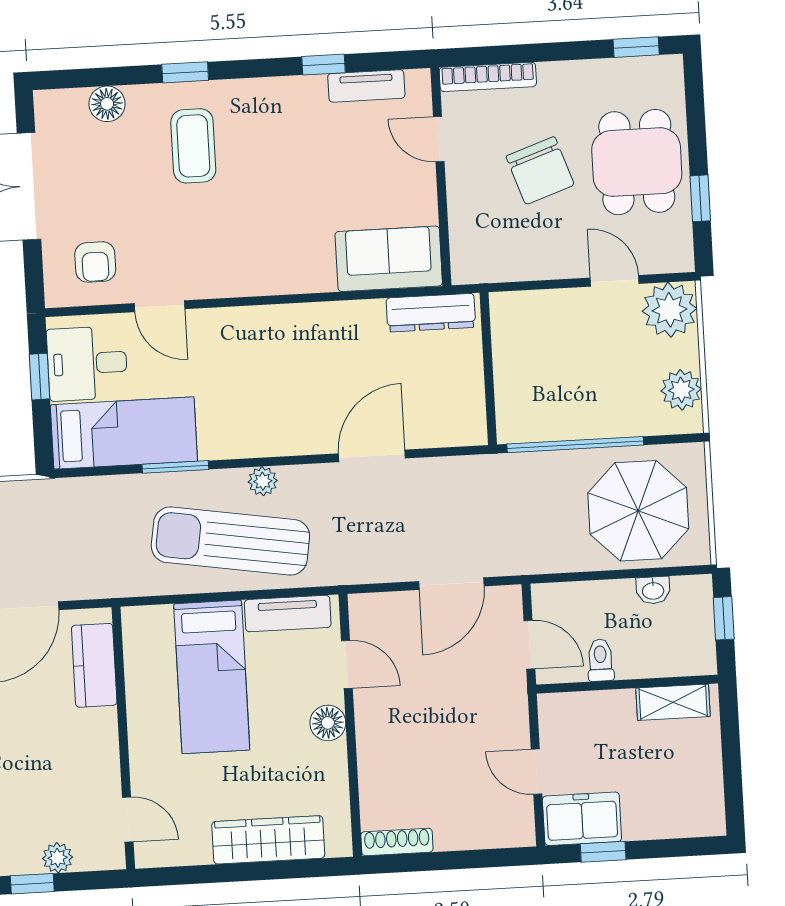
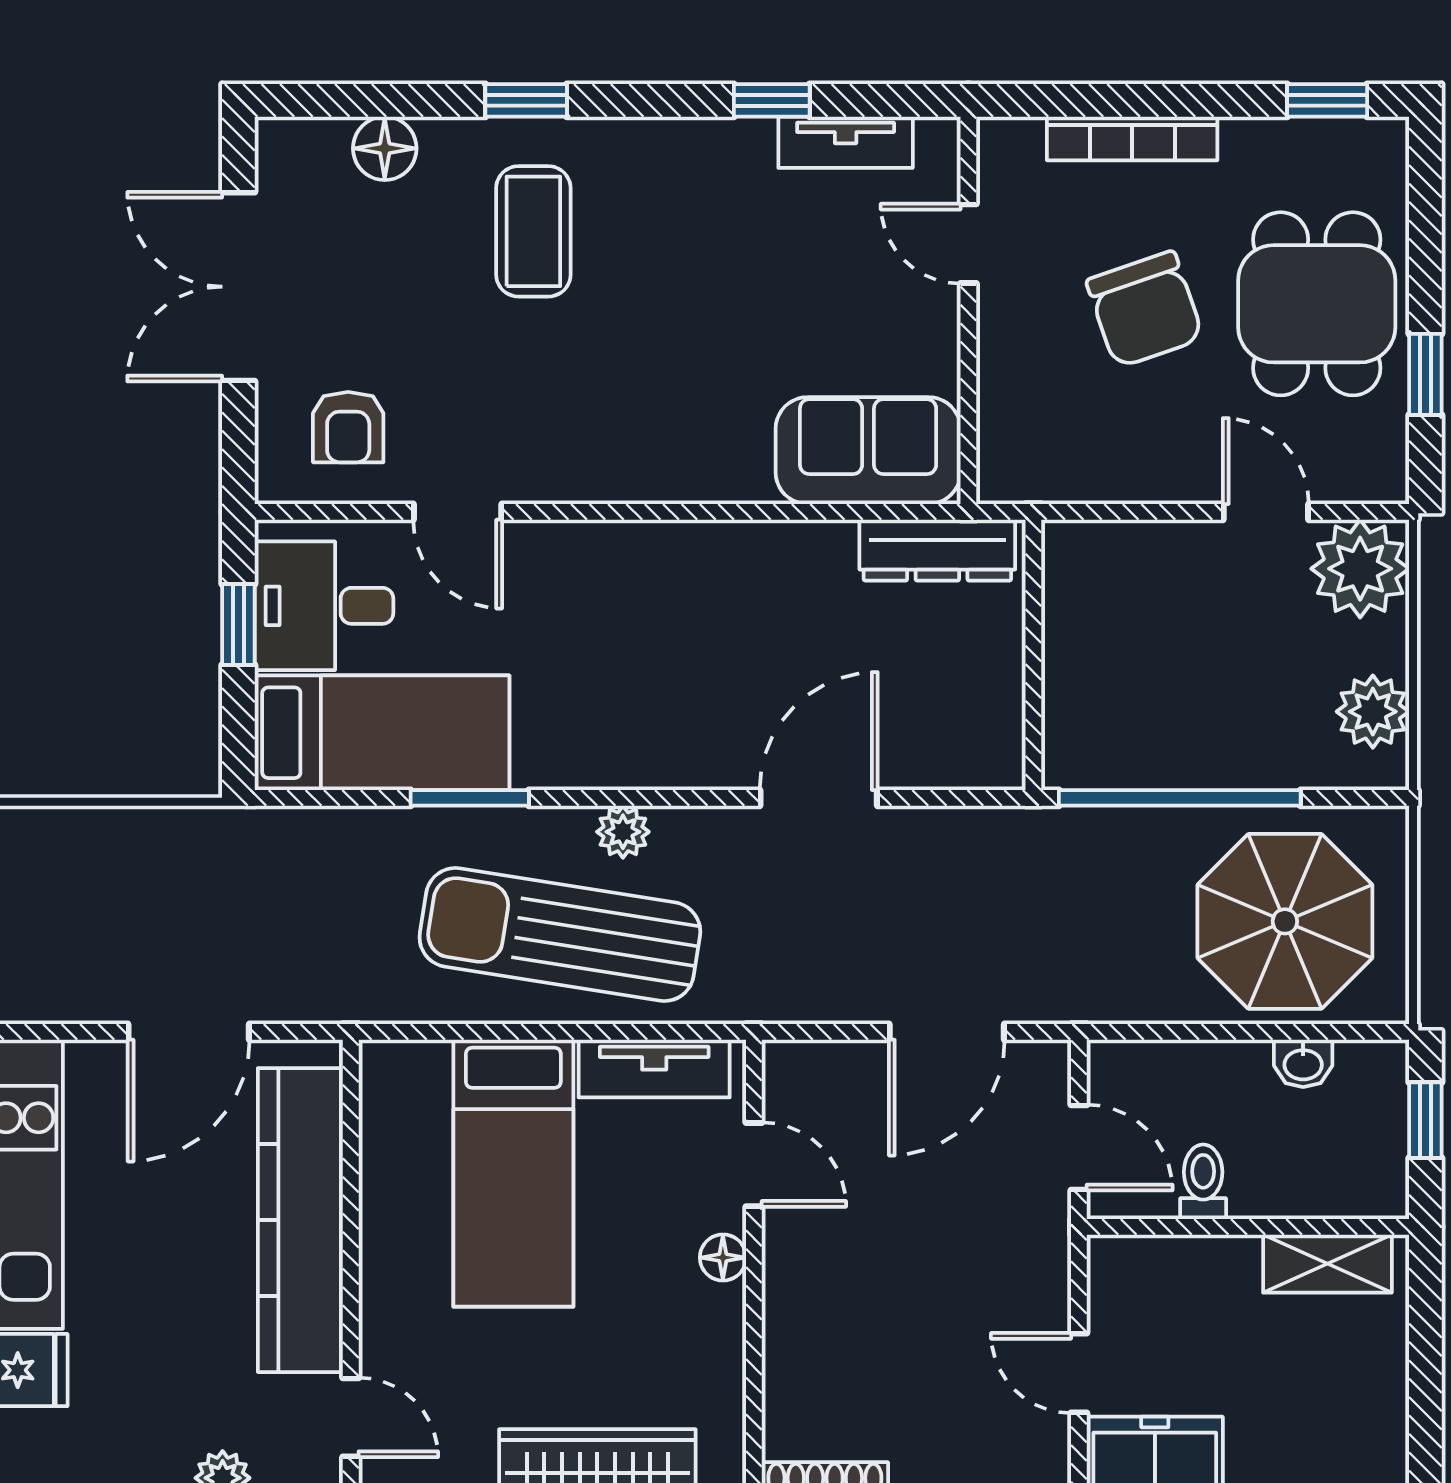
bookcase: (488, 77) -> (1132, 138), moved
kitchen counter: (94, 665) -> (300, 1220), width x2.08, depth x1.17
floor lamp: (328, 723) -> (723, 1258), width x0.73, depth x0.73

